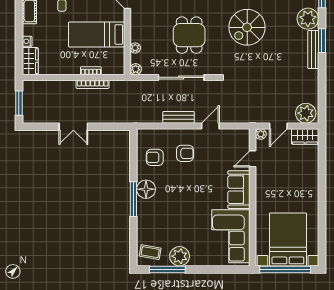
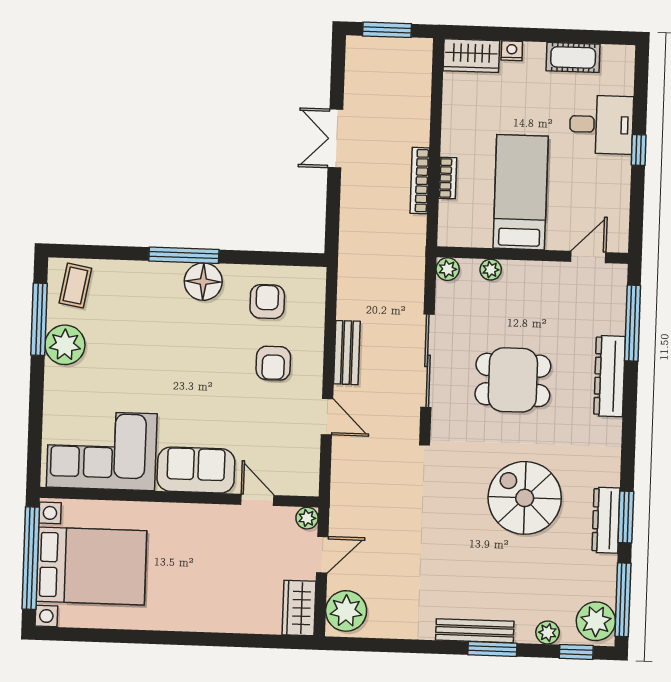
plant: (308, 19) -> (548, 633), width x0.53, depth x0.53
door: (278, 126) -> (322, 555), swing flipped

